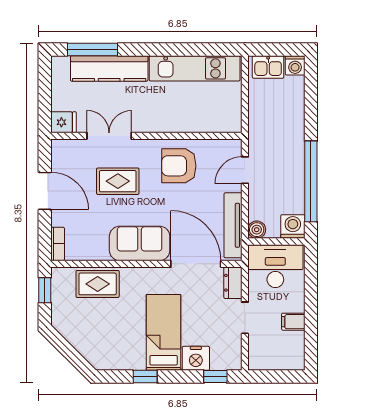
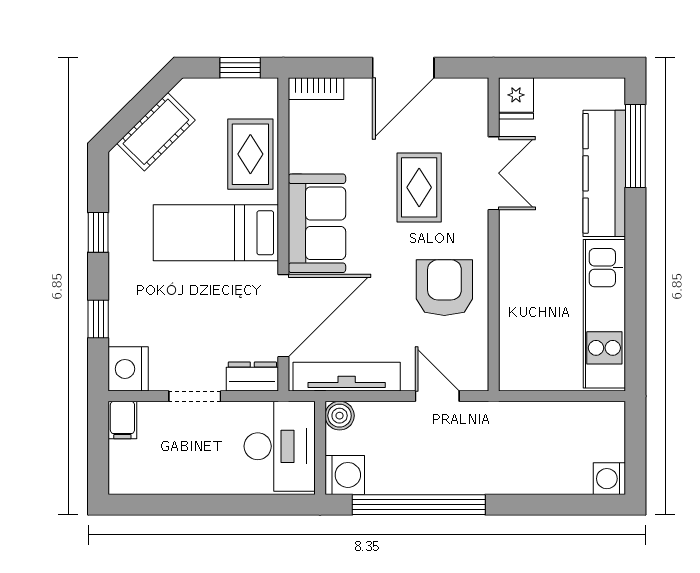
kitchen sink: (268, 67) -> (607, 434), removed
filing cabinet: (293, 322) -> (122, 420), moved, turned 180
bed: (164, 332) -> (216, 233), moved, turned 180
cot: (84, 341) -> (156, 132), added
nightstand: (196, 358) -> (128, 369), moved
window: (215, 377) -> (98, 319), moved

